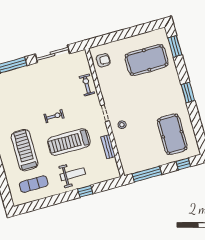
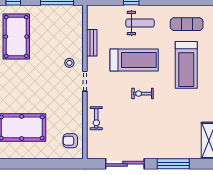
weight bench: (73, 174) -> (140, 23), turned 180

